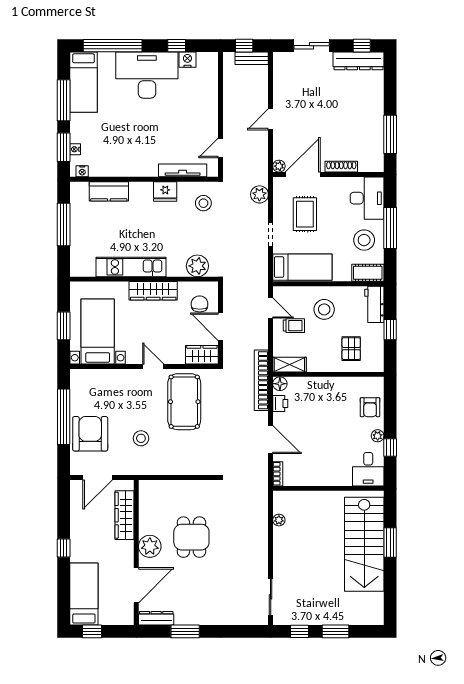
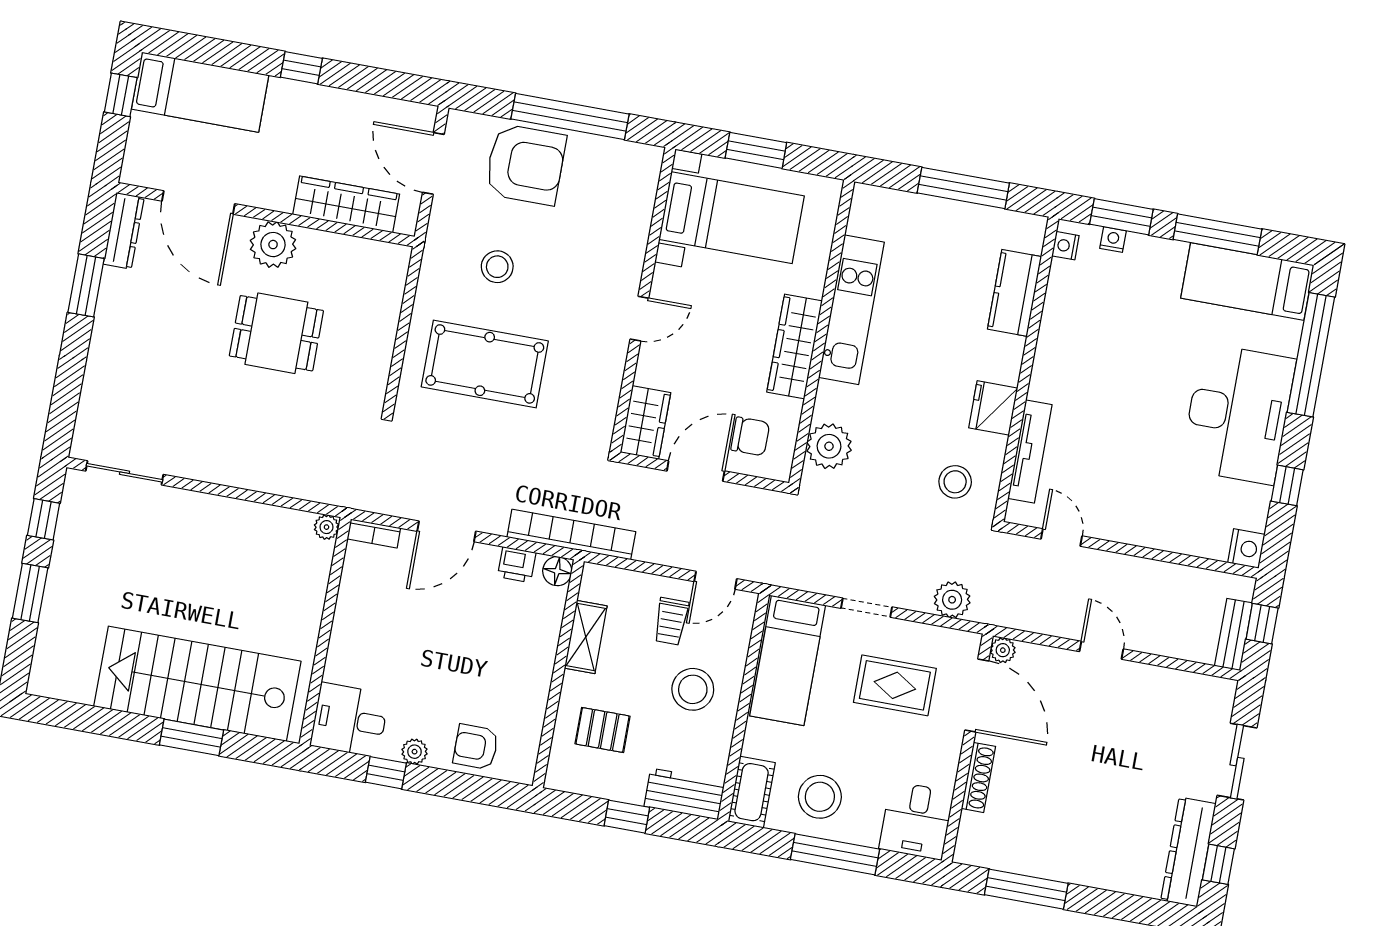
nightstand: (187, 60) -> (1246, 549), moved
desk: (367, 198) -> (916, 821), width x0.73
shelving: (289, 365) -> (586, 637), moved
pool table: (184, 402) -> (485, 364), moved
plant: (279, 520) -> (327, 527), moved

